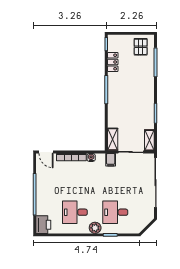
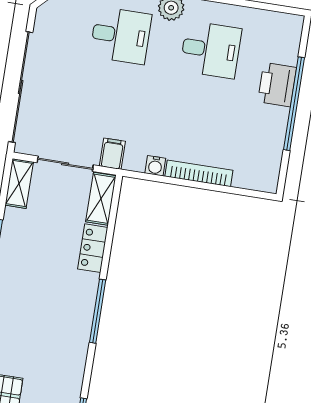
locker: (113, 62) -> (93, 248), moved
door: (46, 152) -> (254, 194), removed
printer: (43, 225) -> (277, 85), moved

